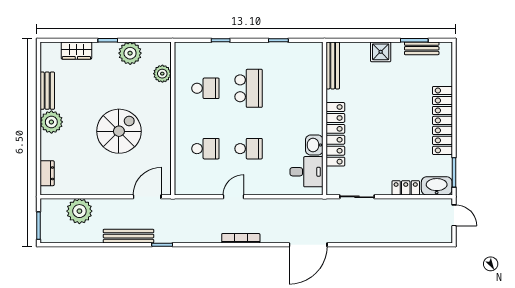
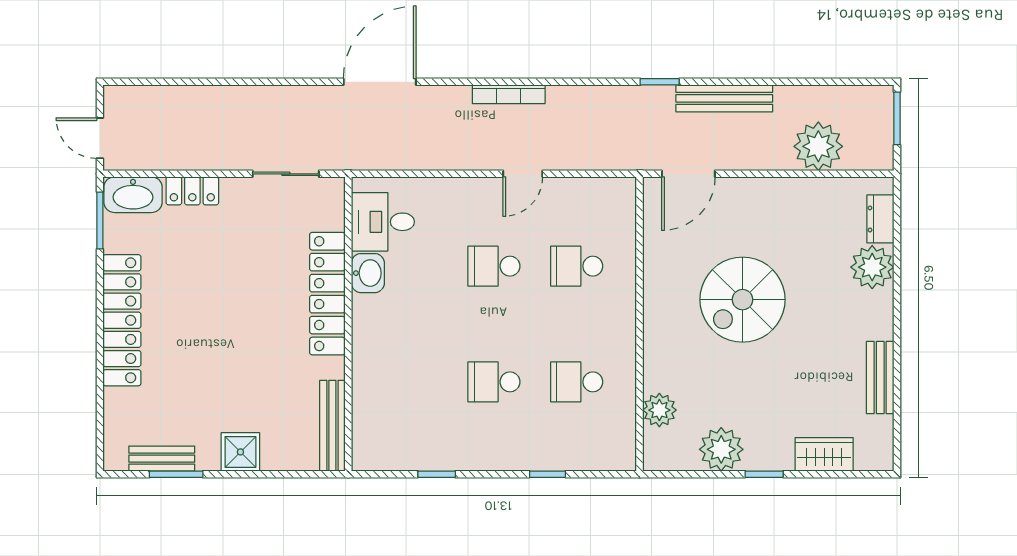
school desk: (249, 88) -> (494, 382), width x0.54
plant: (51, 122) -> (872, 267), moved

